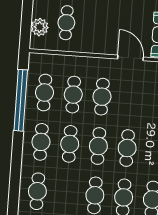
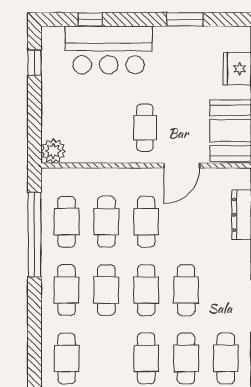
cafe table: (66, 23) -> (145, 128), moved
plant: (40, 27) -> (53, 151), moved
door: (131, 58) -> (182, 165), swing flipped

